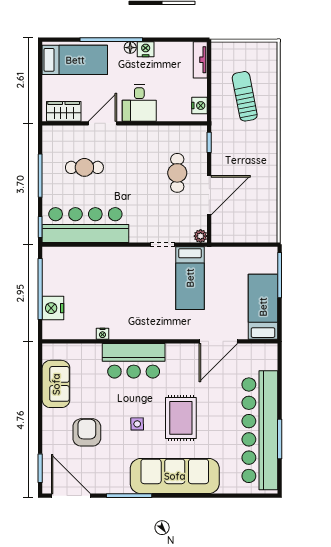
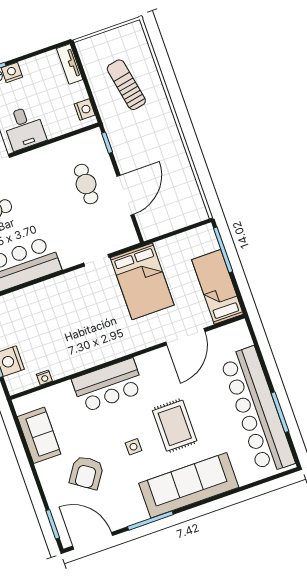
plant: (201, 236) -> (131, 239), removed
bed: (190, 278) -> (142, 281), width x1.50
nightstand: (102, 334) -> (44, 378), moved
armchair: (87, 432) -> (87, 473), turned -146

